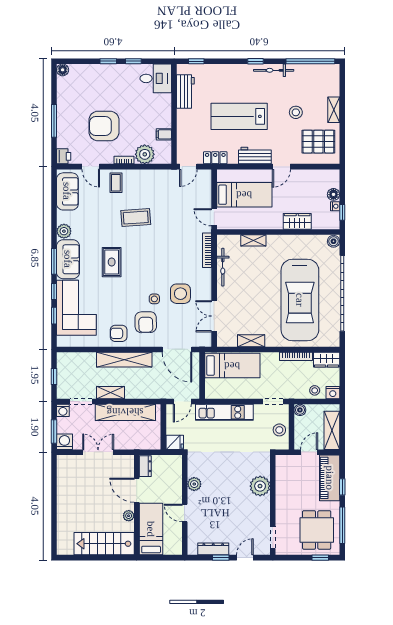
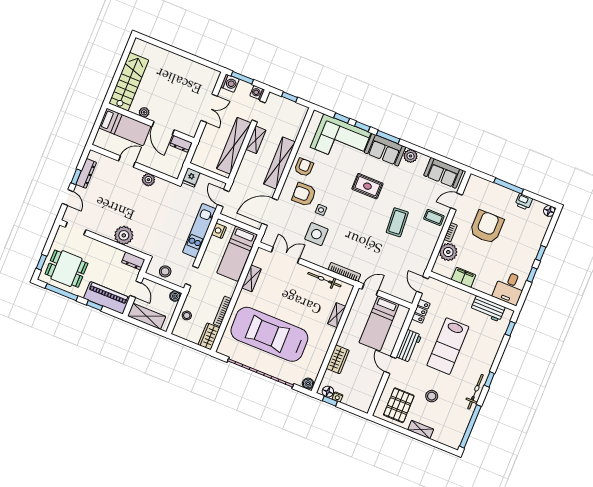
lab bench: (239, 116) -> (448, 346), turned 180
filing cabinet: (164, 134) -> (464, 277), width x2.00
printer: (64, 156) -> (524, 202), moved
floor lamp: (333, 194) -> (328, 392), moved
nightstand: (333, 393) -> (219, 231), moved
dresser: (282, 466) -> (133, 261), added
door: (137, 490) -> (163, 128), swing flipped

